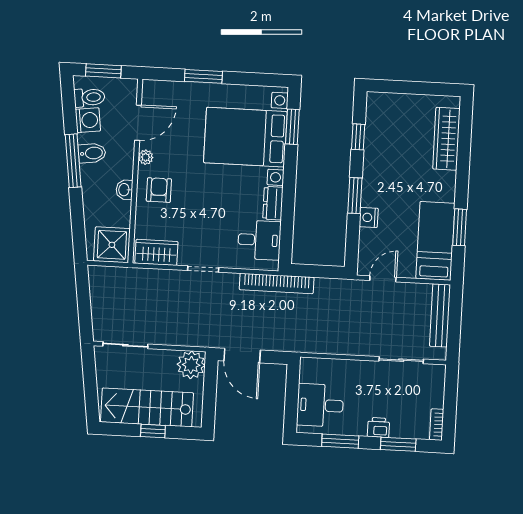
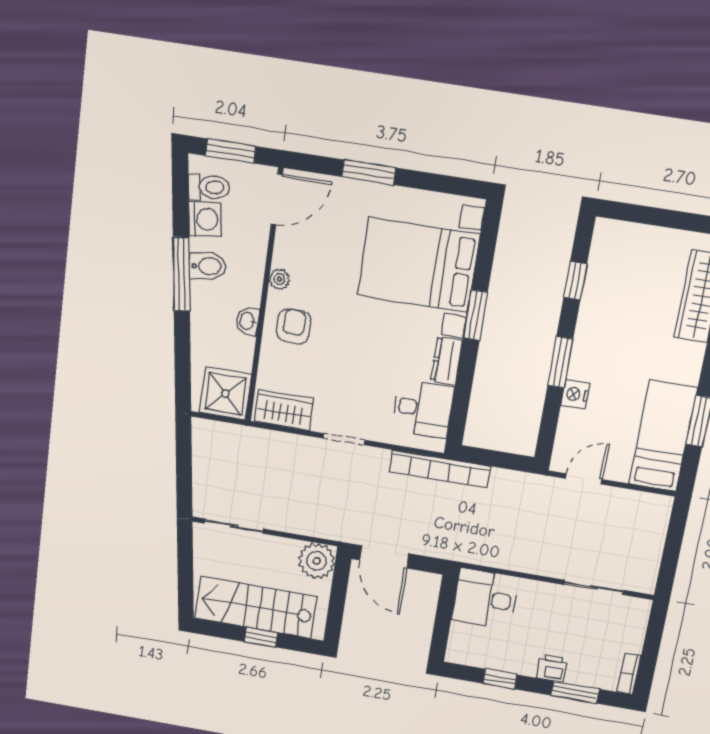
door: (138, 123) -> (277, 199), moved
window: (292, 127) -> (475, 315), moved
bench: (440, 315) -> (654, 536), removed
desk: (320, 405) -> (485, 599), moved
window: (340, 441) -> (500, 679), width x0.67

